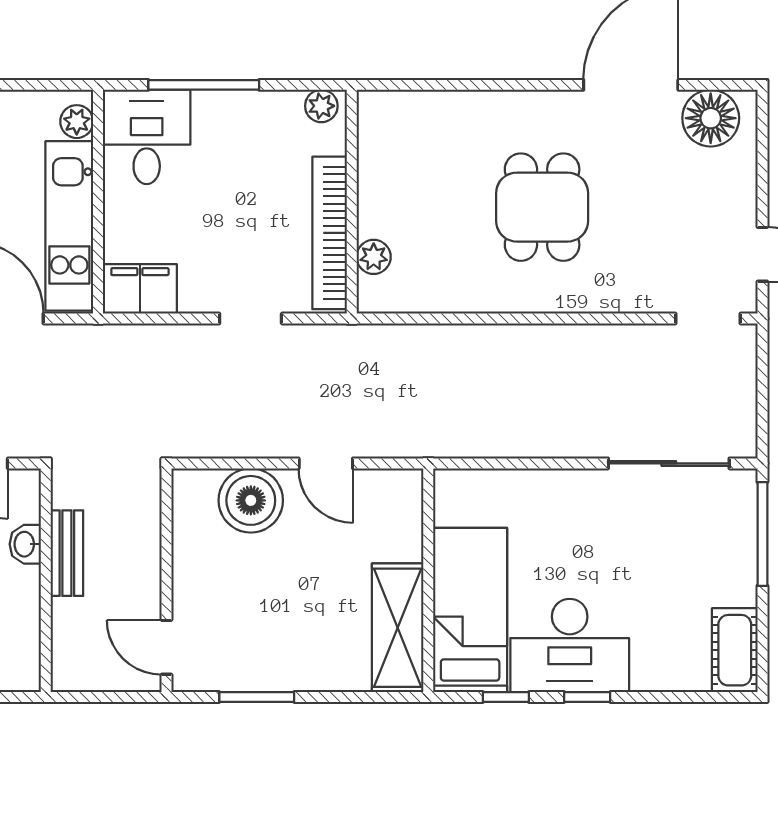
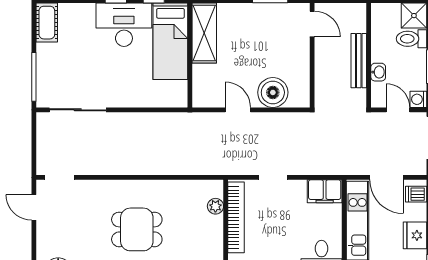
dining table: (542, 207) -> (137, 229), turned 90
bench: (67, 553) -> (359, 61), width x1.36

